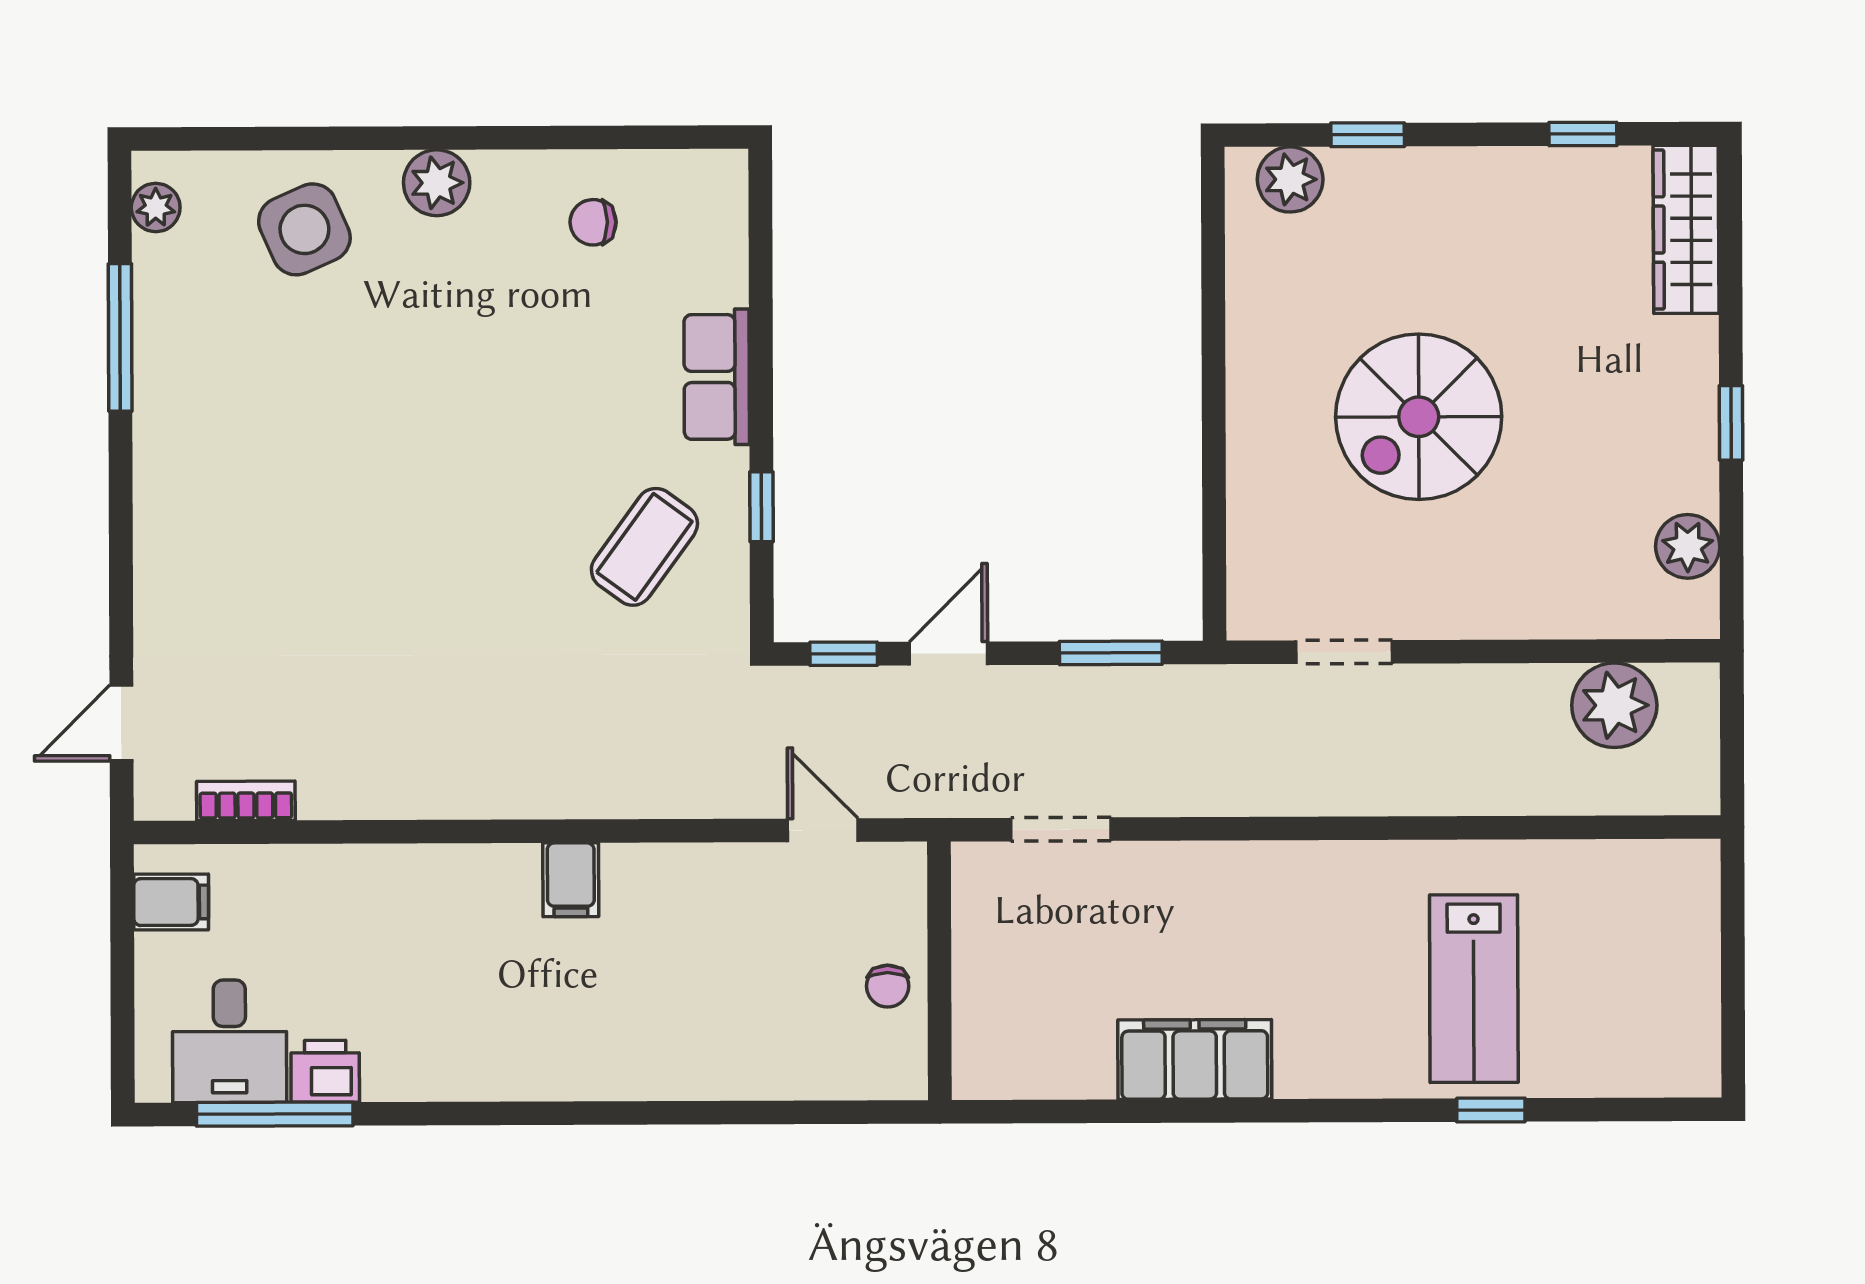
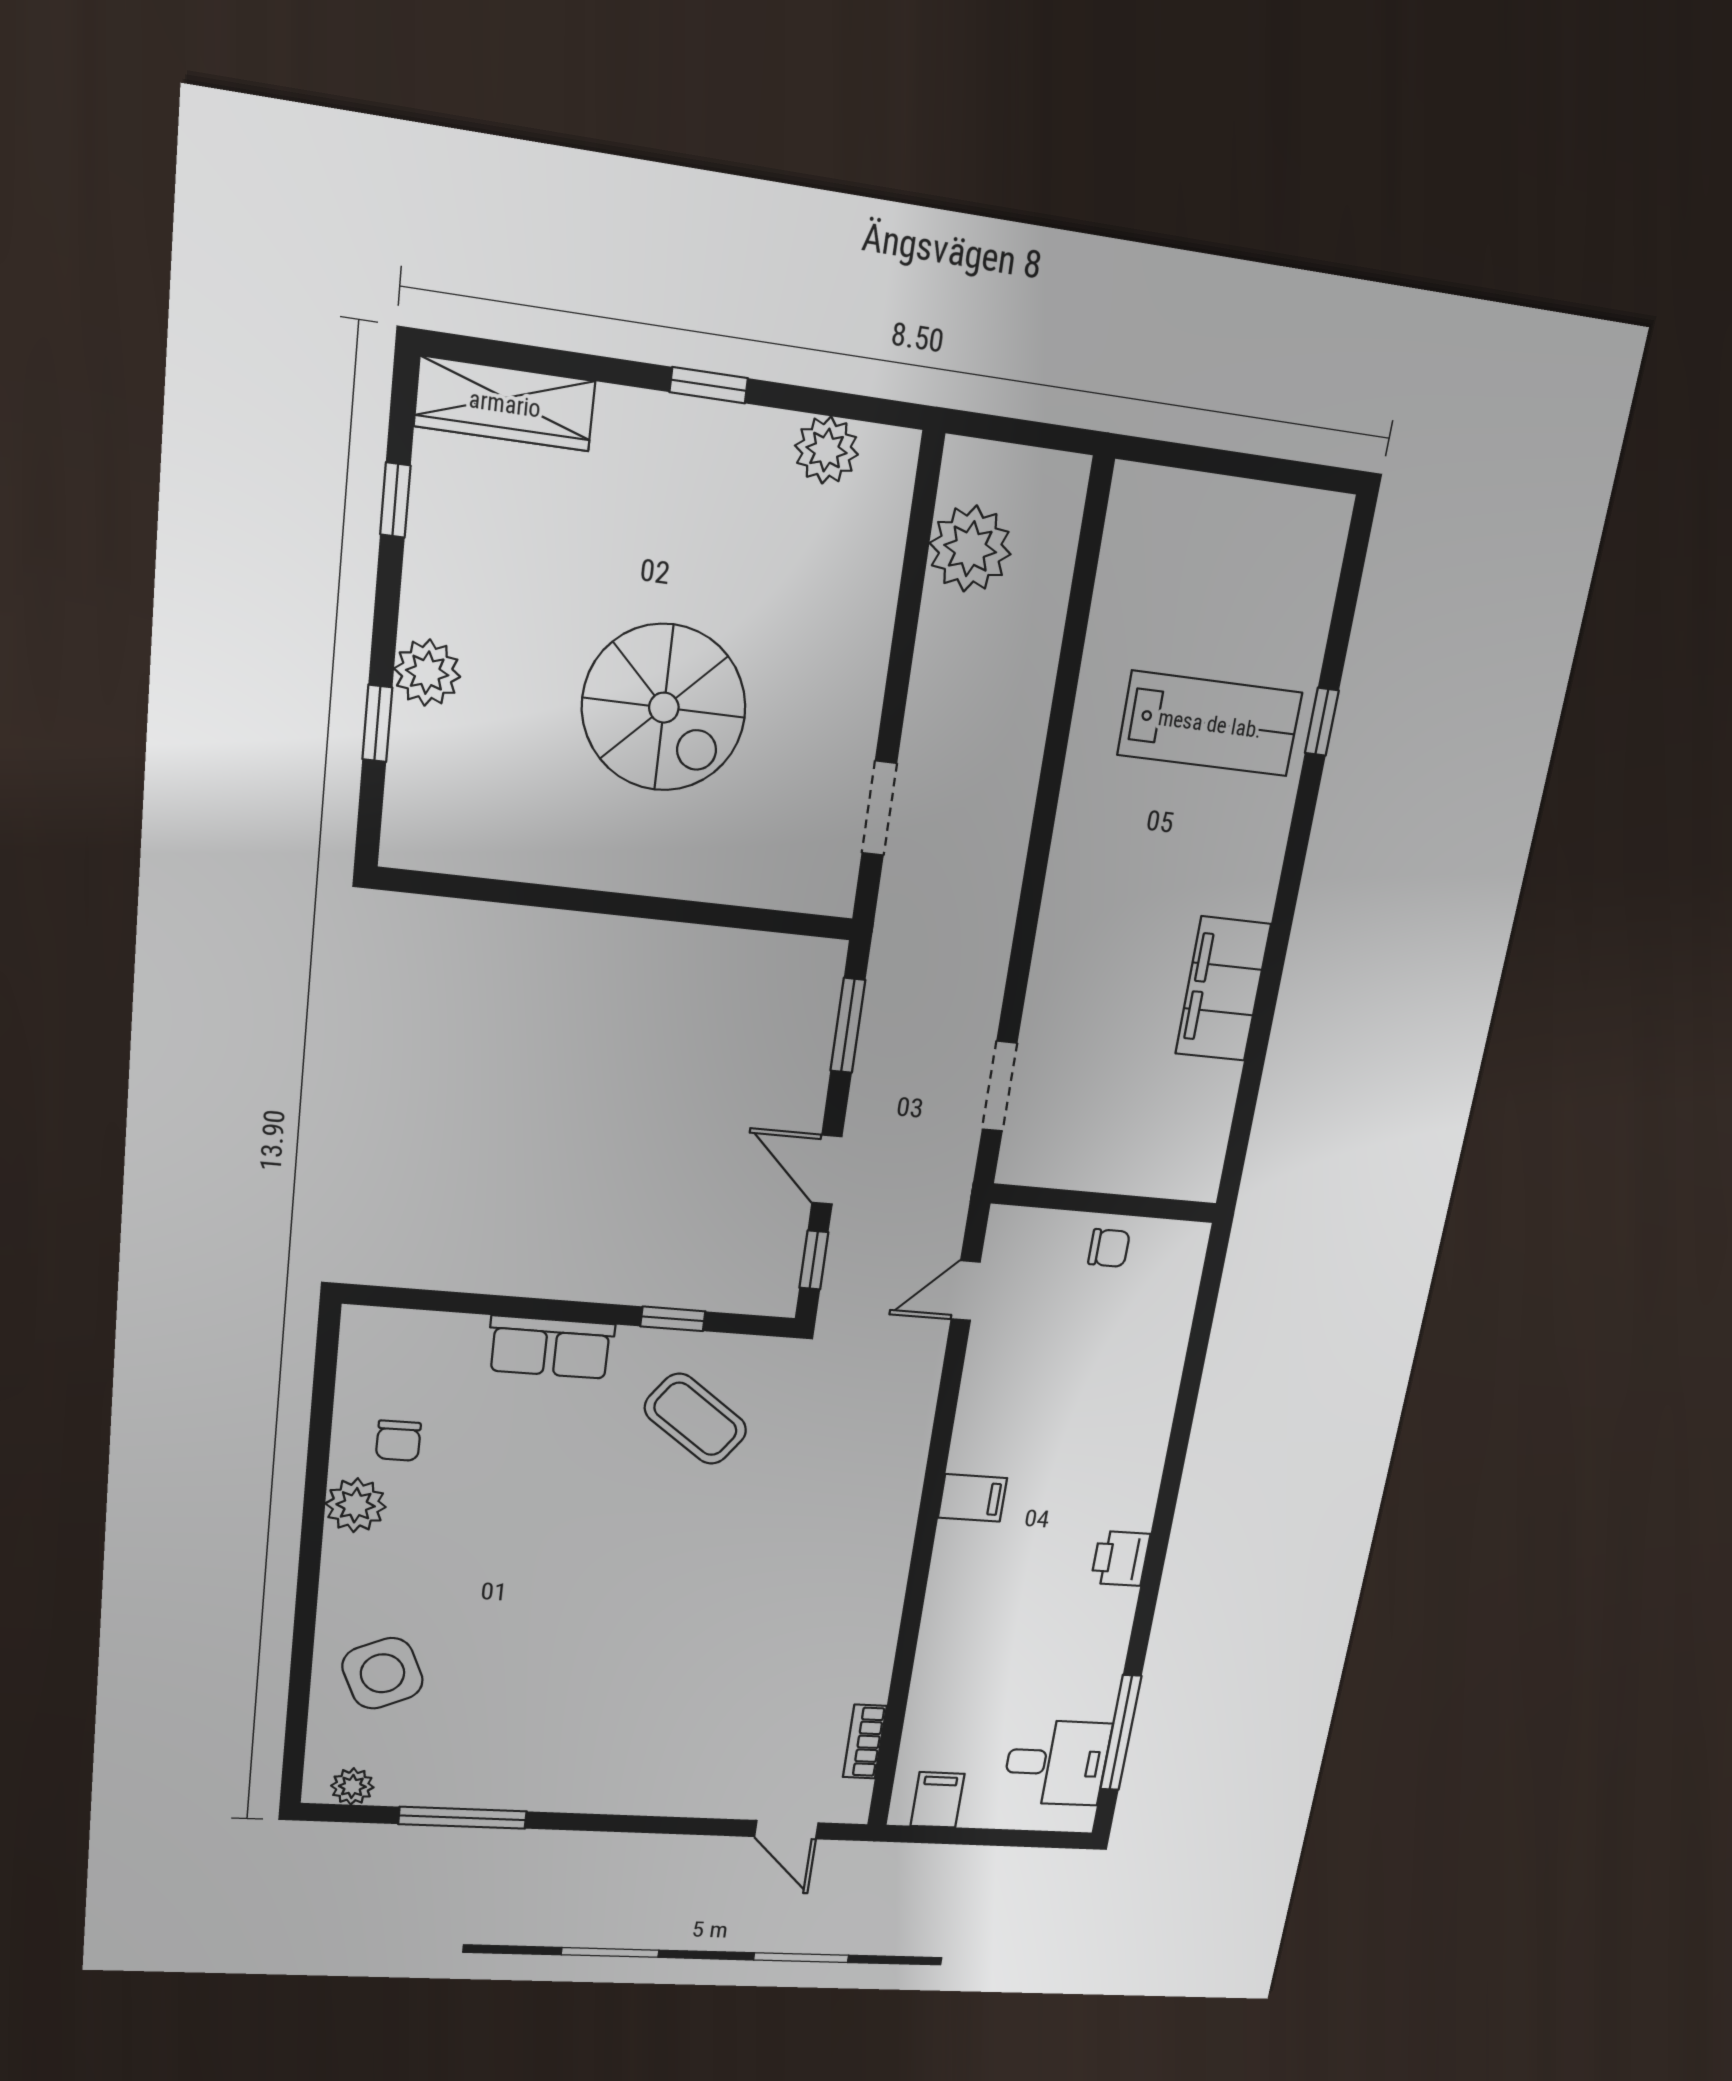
plant: (1290, 179) -> (427, 673), moved
plant: (437, 183) -> (356, 1505), moved
printer: (325, 1071) -> (1120, 1558), moved

